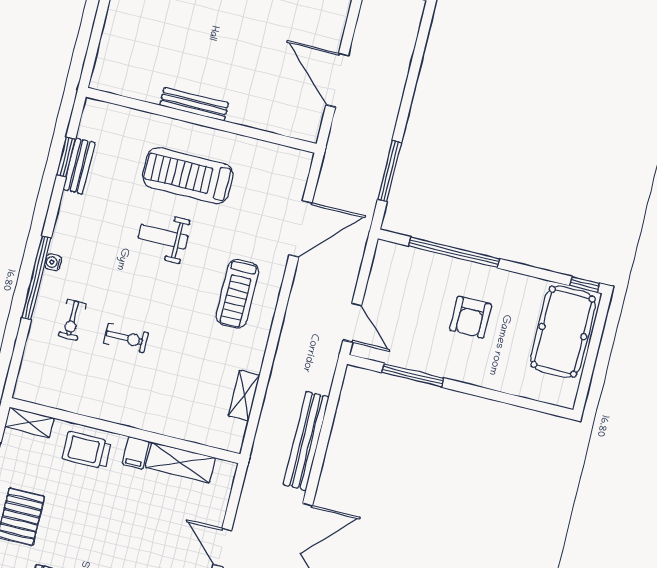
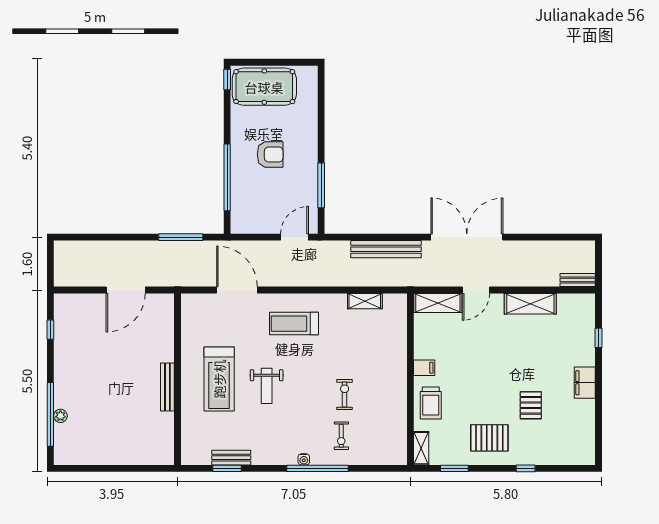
treadmill: (237, 294) -> (294, 324), turned 180
exercise bike: (72, 320) -> (341, 436), turned 90
shelving: (180, 462) -> (438, 303), moved, turned 90

